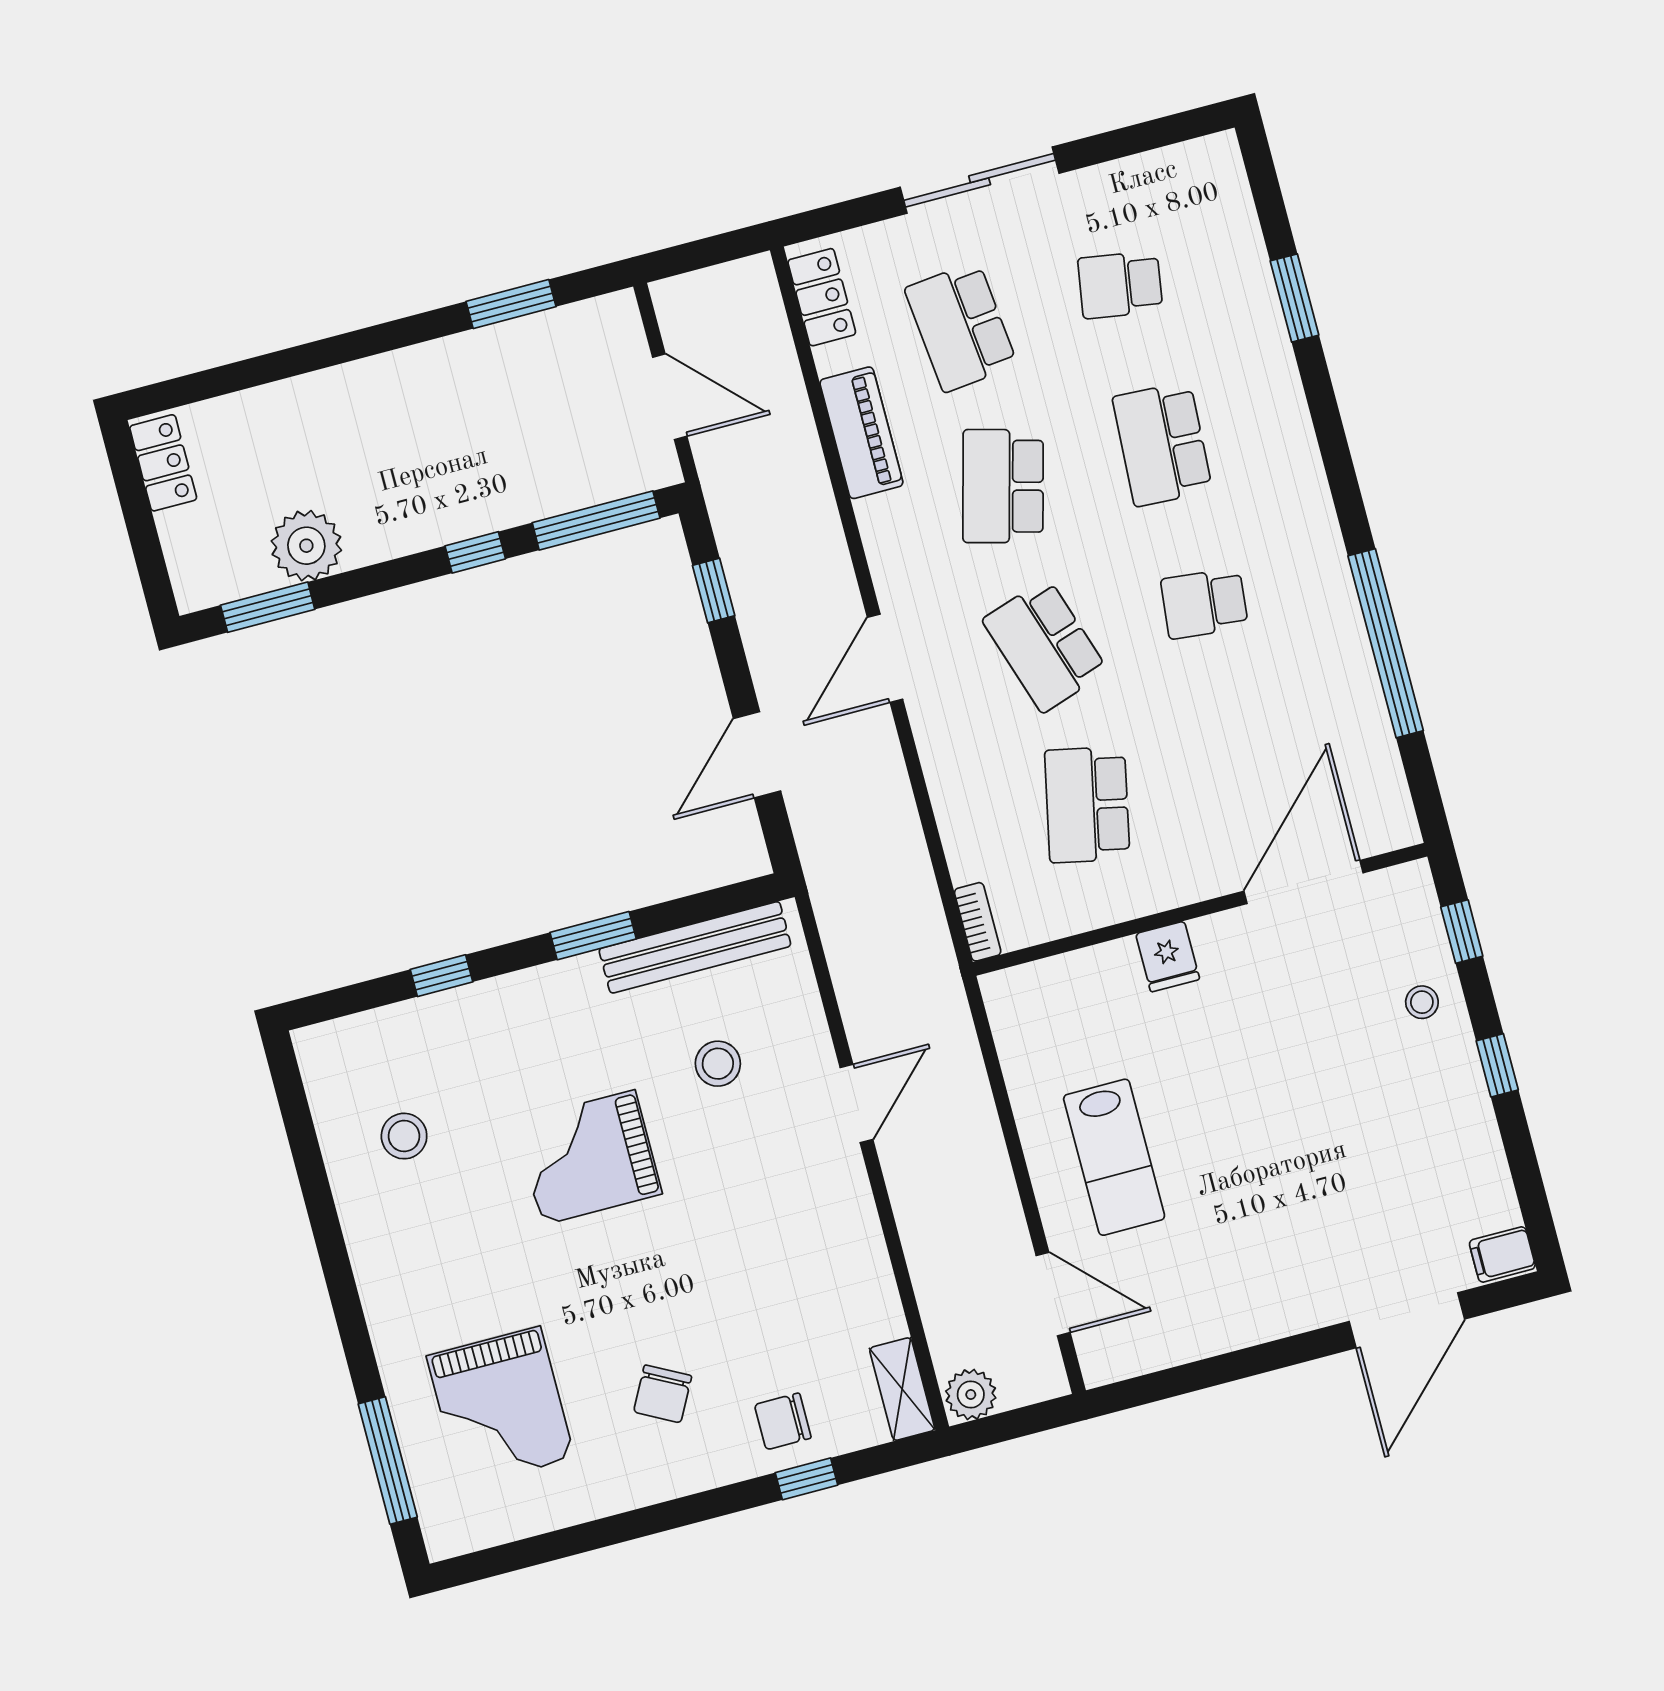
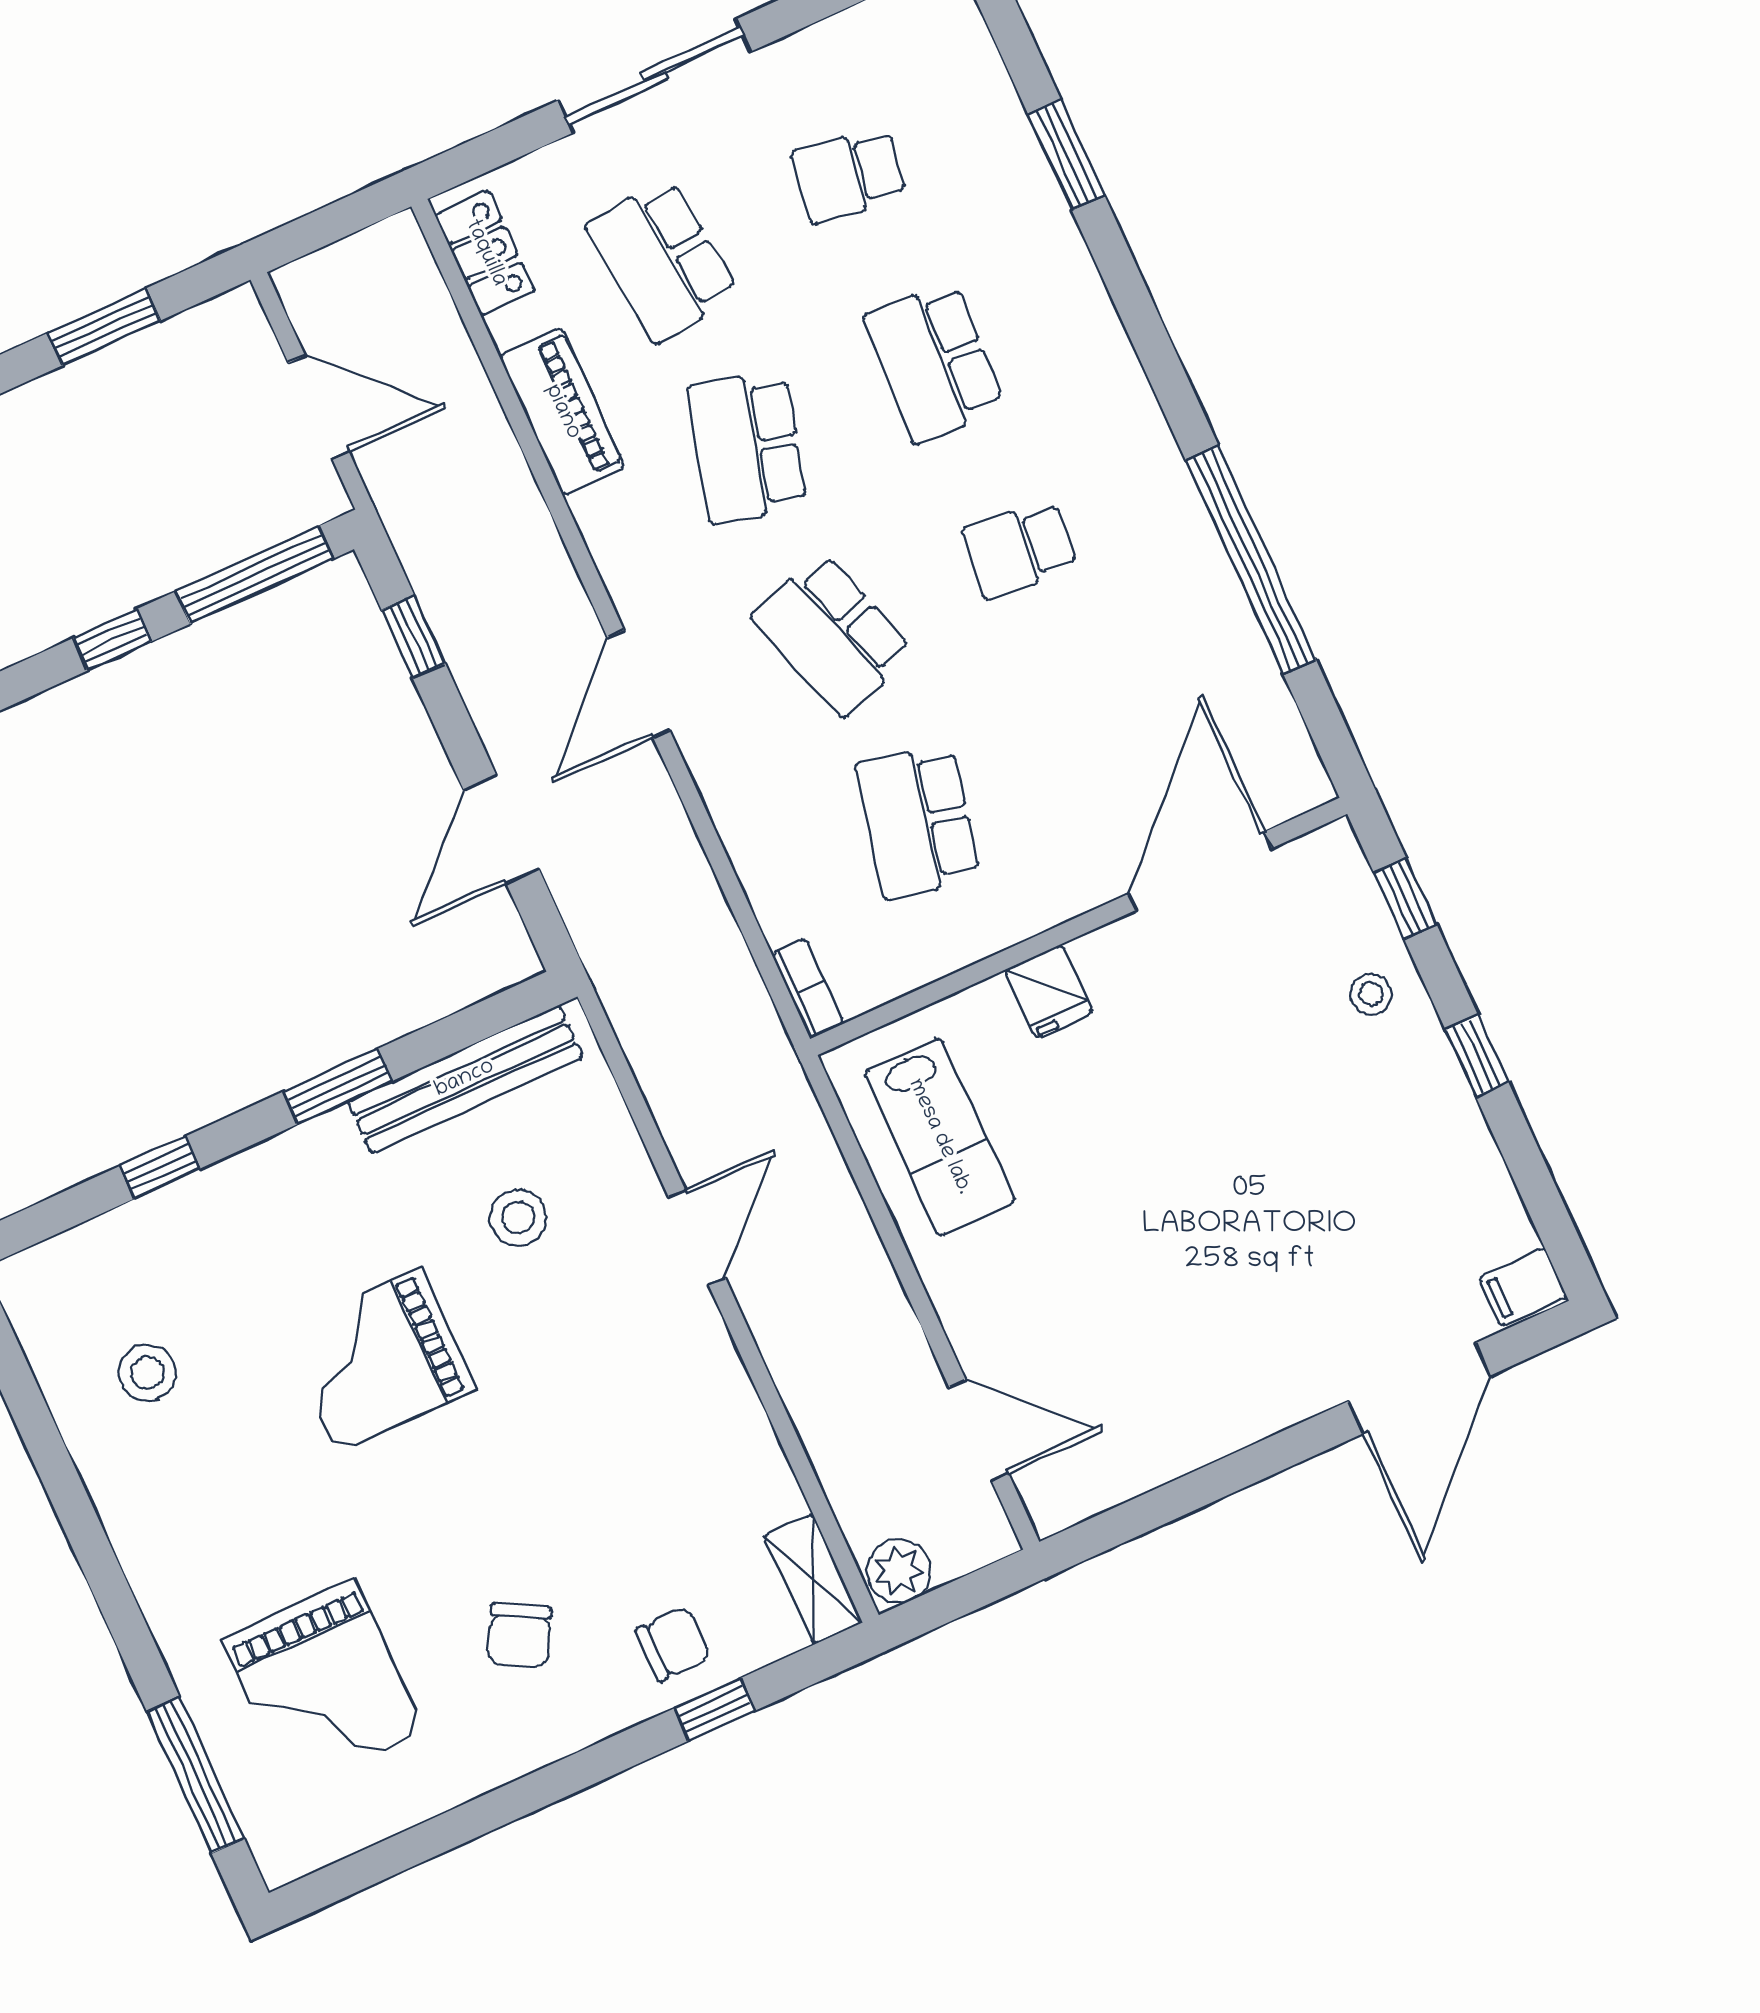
lab bench: (1114, 1157) -> (939, 1137), moved
chair: (783, 1421) -> (673, 1644), turned 180

